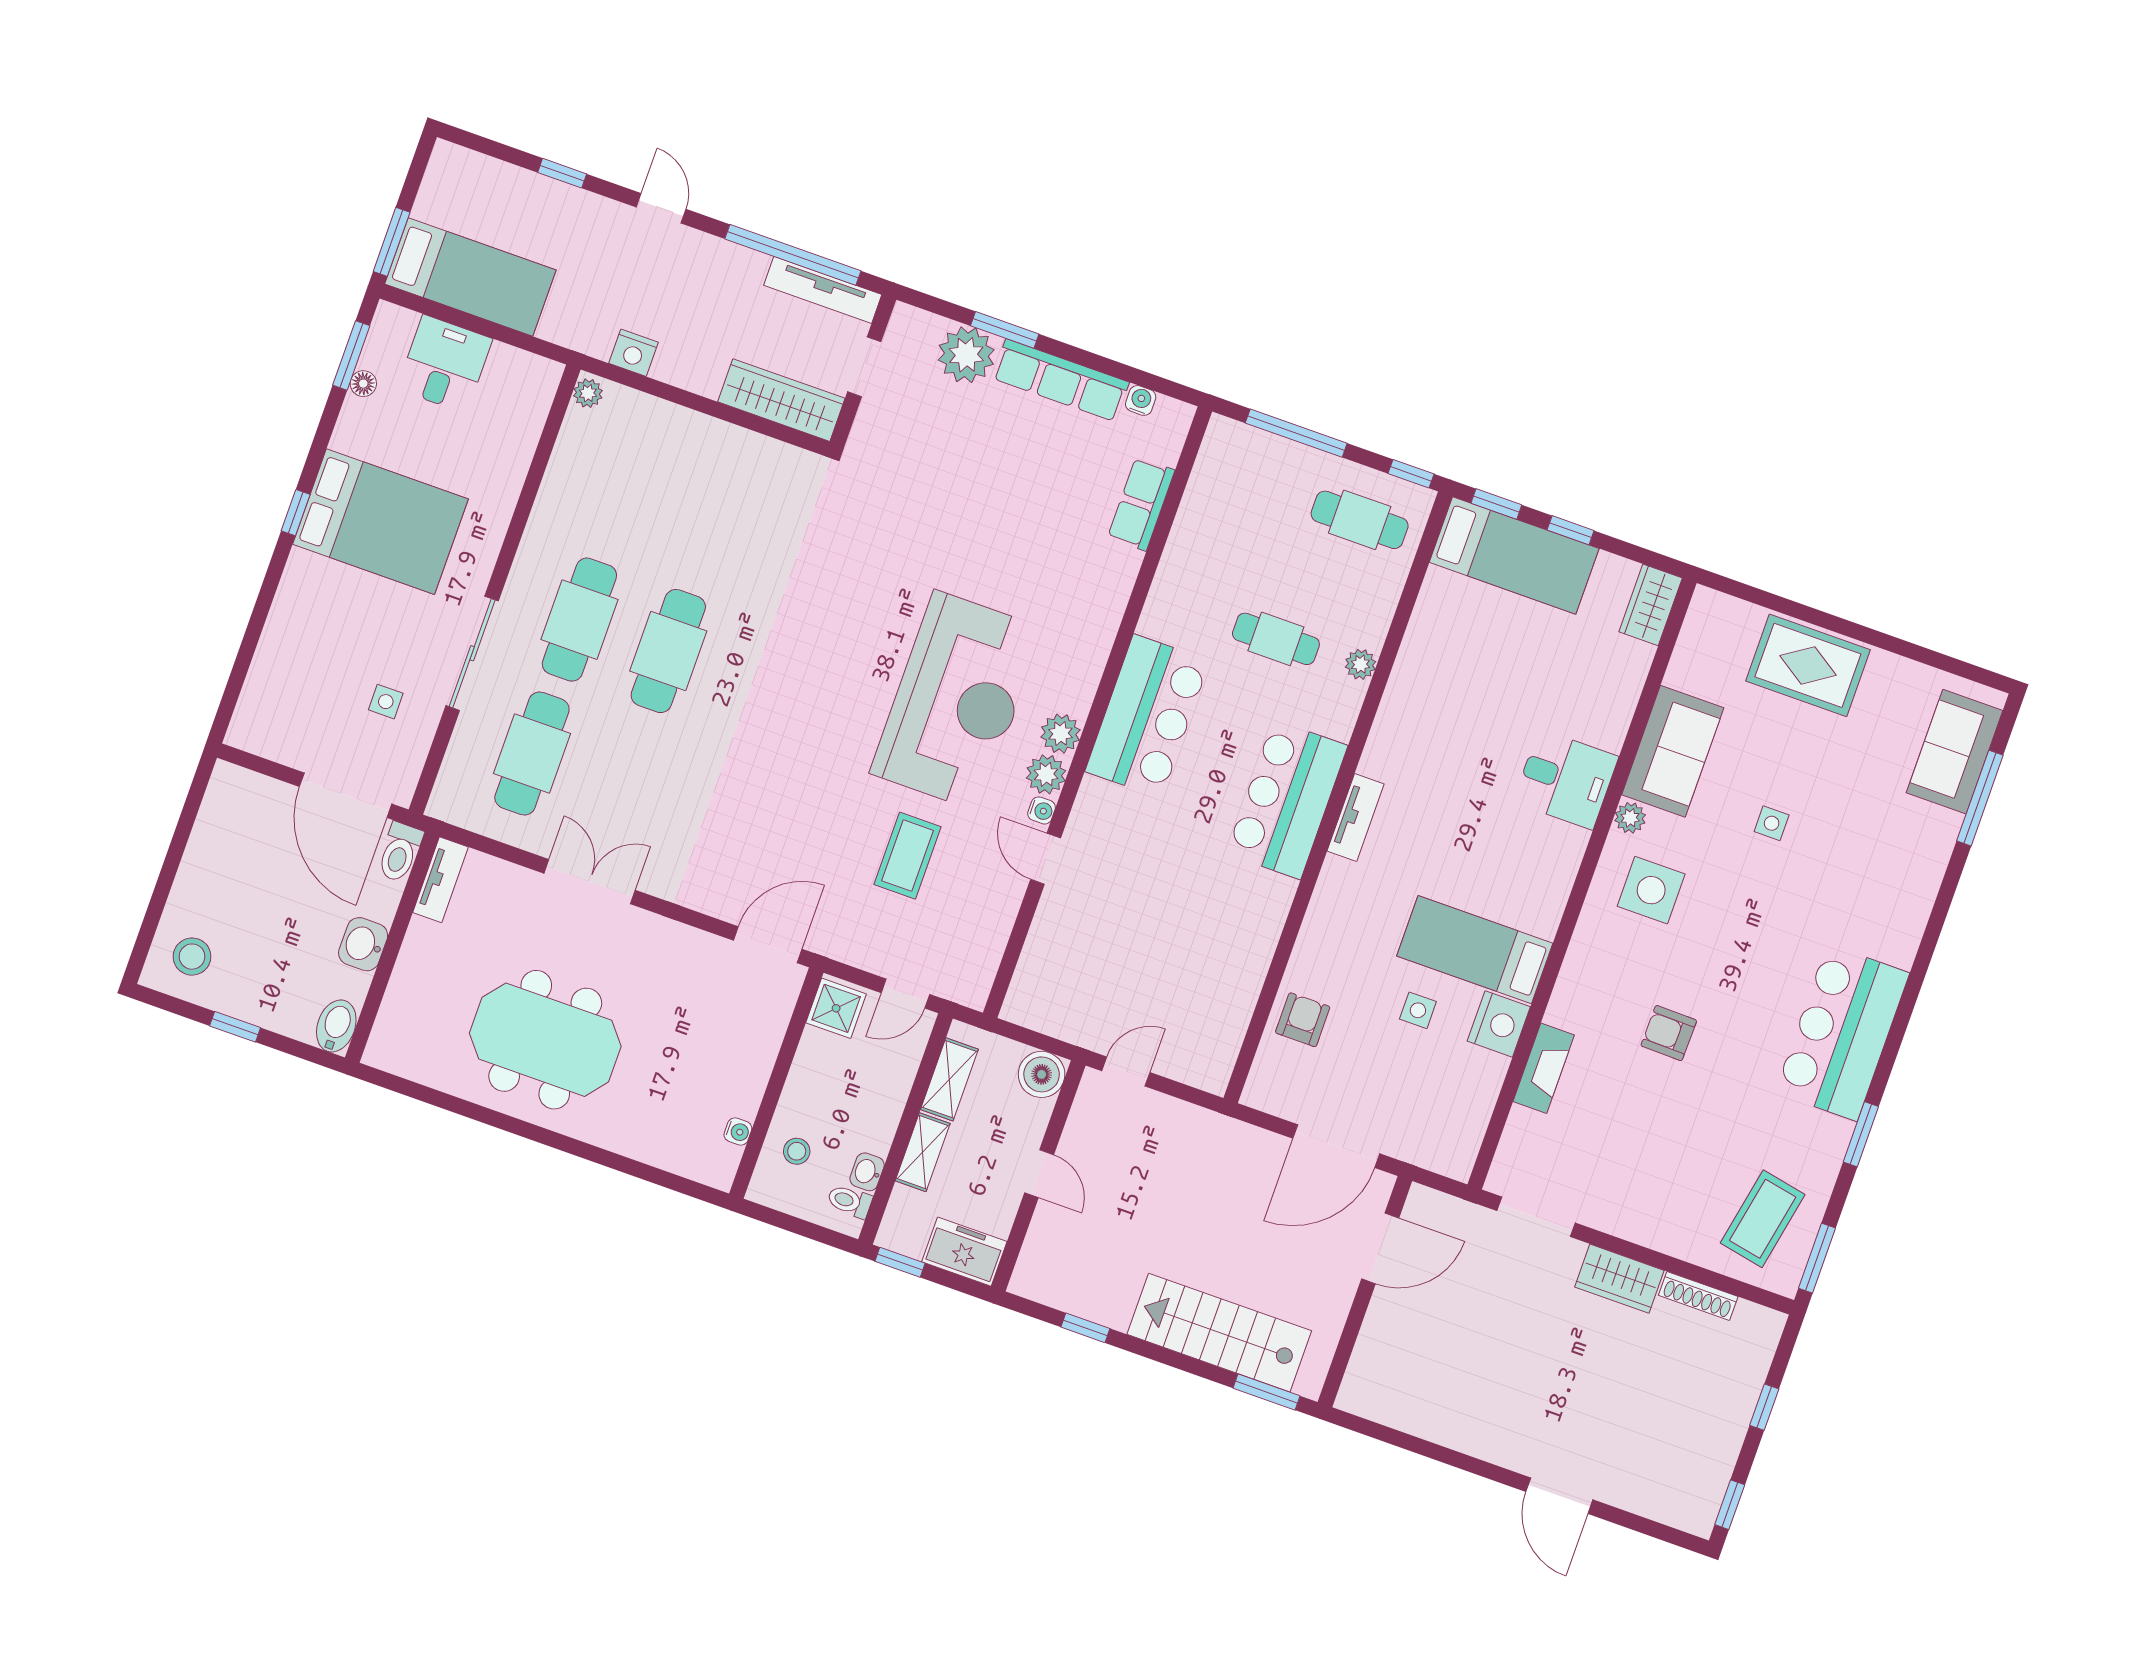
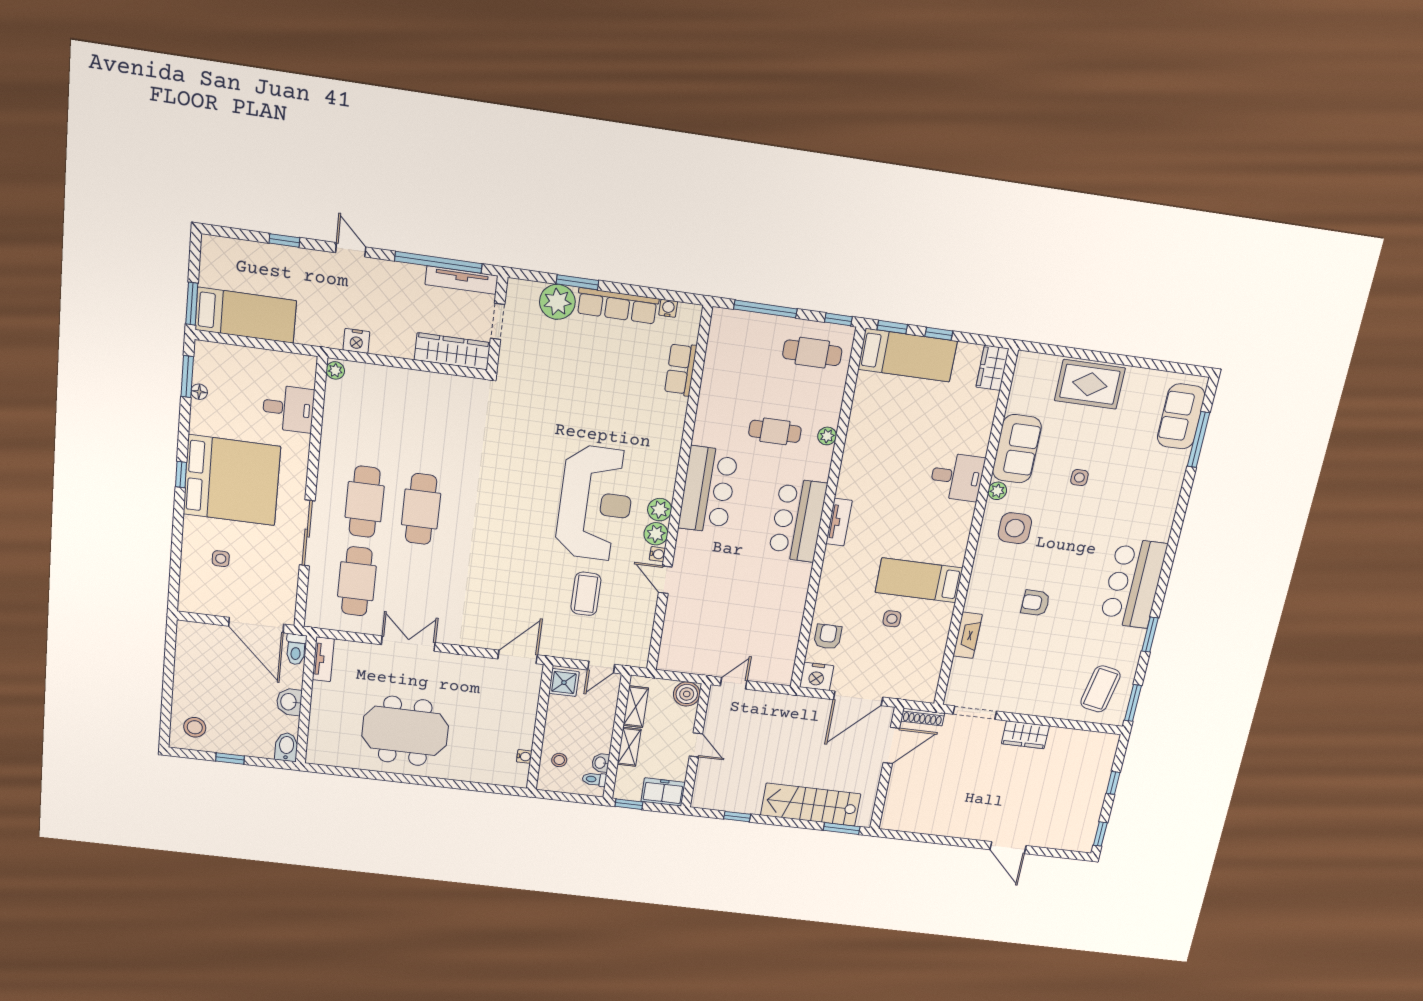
desk: (445, 364) -> (288, 409), moved, turned 90
bed: (380, 522) -> (232, 480), width x1.36
side table: (386, 702) -> (221, 559), moved
nightstand: (1499, 1024) -> (817, 676), moved, turned 90
shoe rack: (1698, 1296) -> (923, 717), moved

